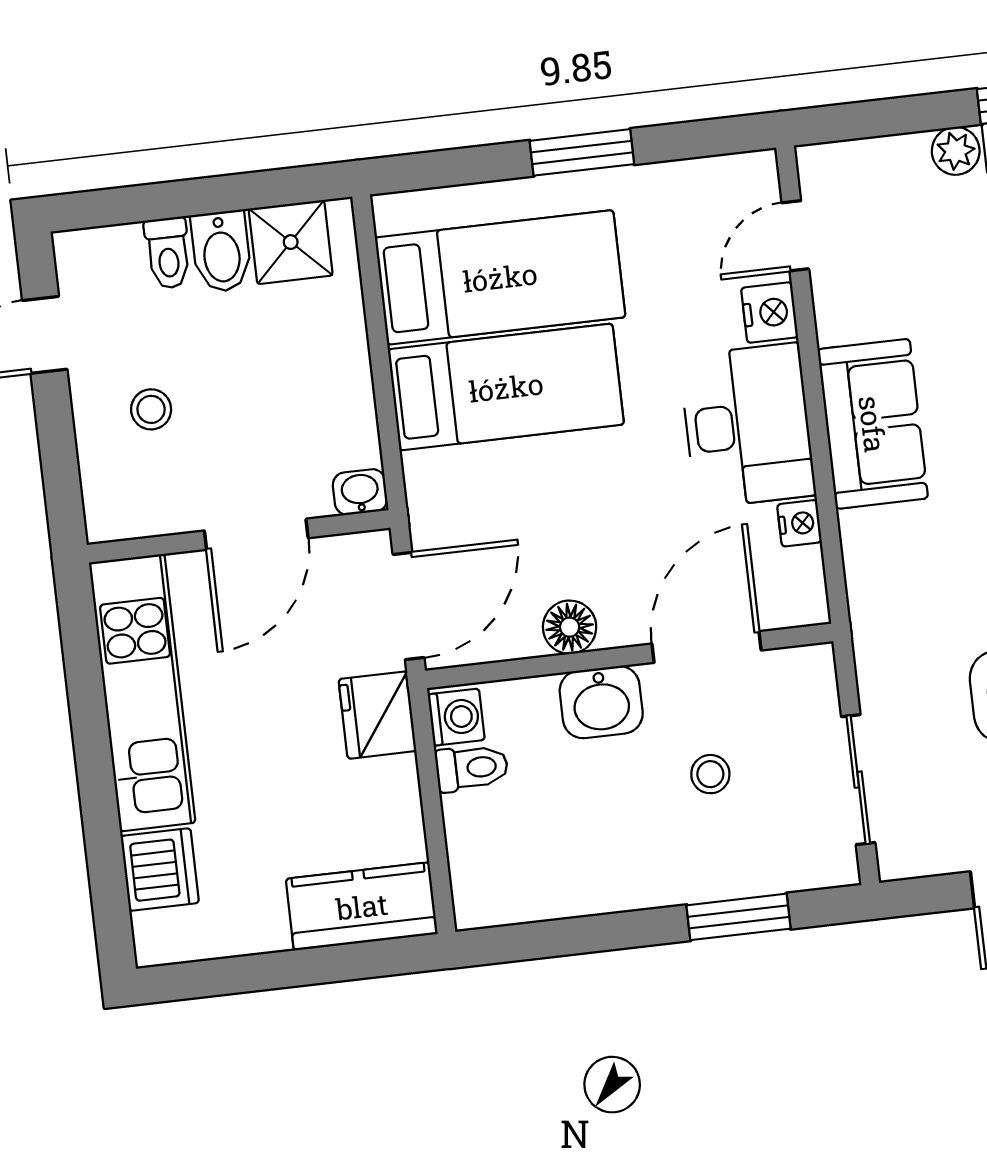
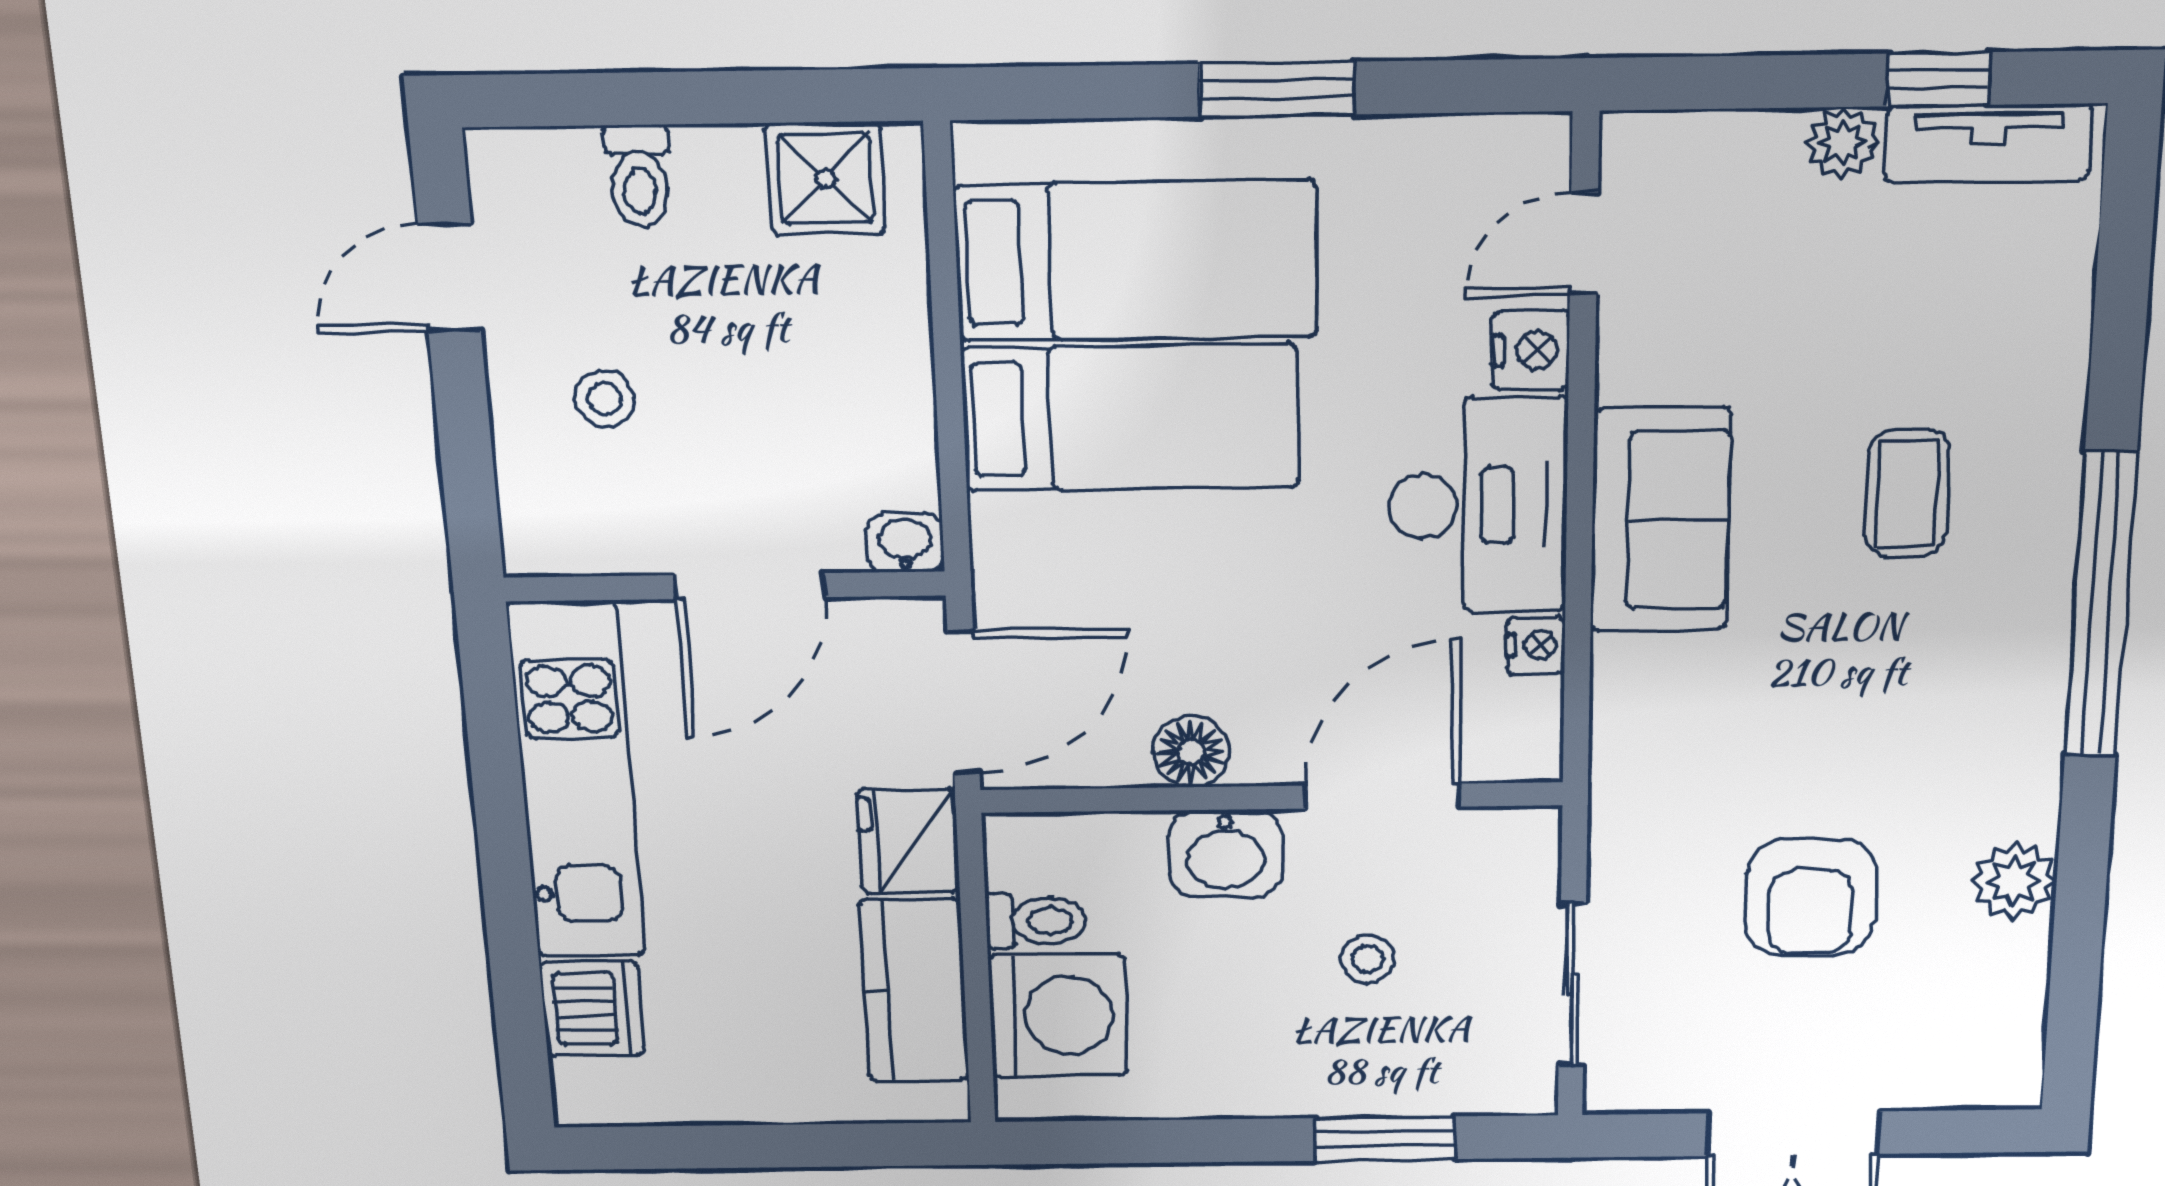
bidet: (221, 251) -> (720, 182), removed
washing machine: (456, 717) -> (1058, 1015), moved, width x1.89, depth x1.89
kitchen counter: (362, 906) -> (914, 990), moved, turned -90

